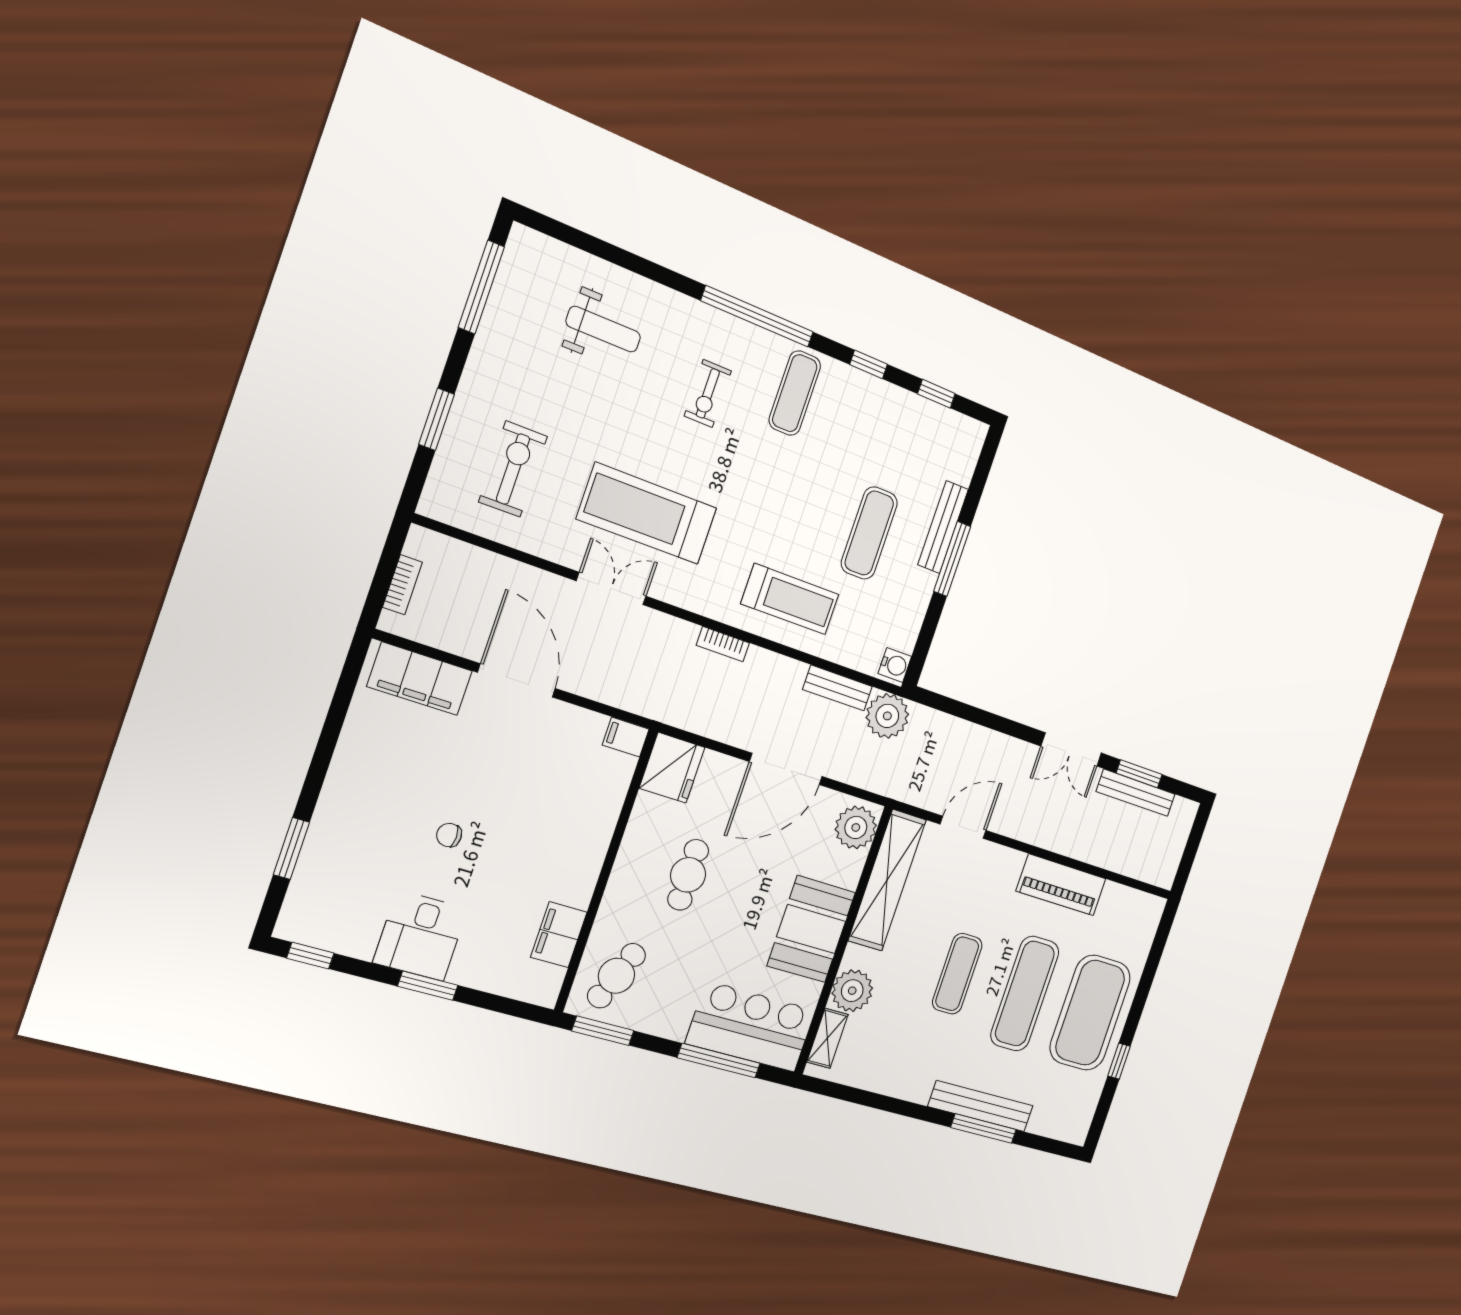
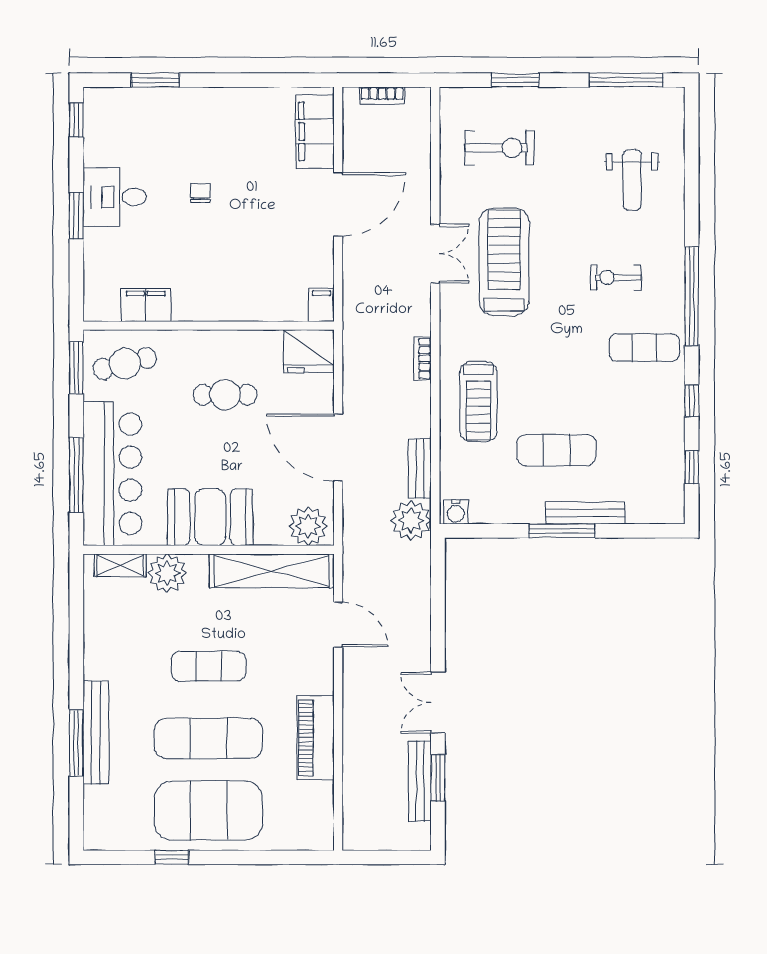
cafe table: (616, 976) -> (125, 363), turned -35
bar counter: (751, 1027) -> (112, 474), width x1.36

